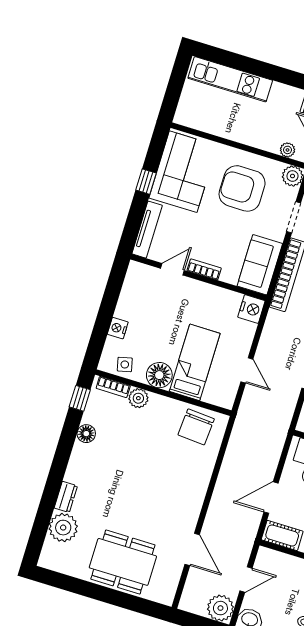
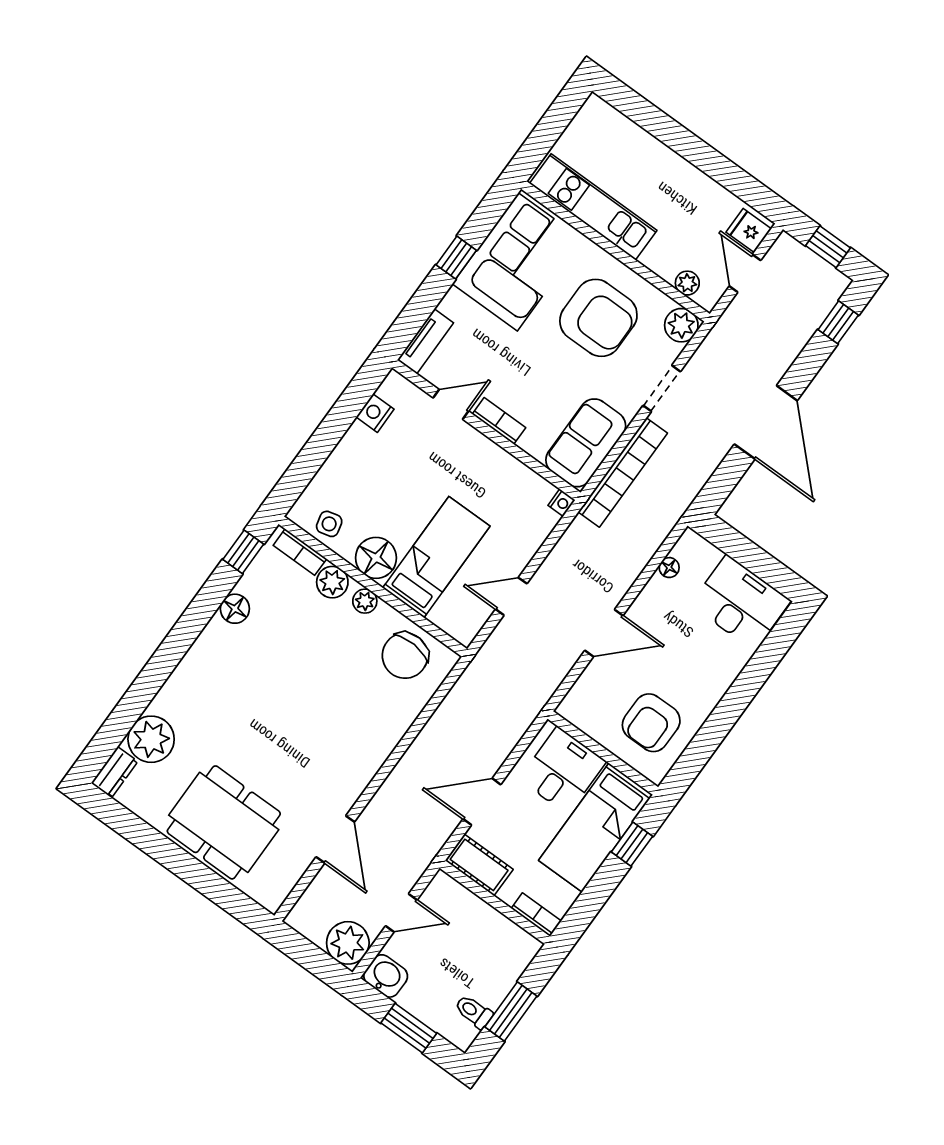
kitchen unit: (230, 79) -> (593, 207), moved, turned 180
armchair: (242, 188) -> (598, 318), turned 180
tv unit: (147, 230) -> (425, 341), width x0.71
nightstand: (251, 309) -> (562, 503), width x0.53, depth x0.56
nightstand: (118, 328) -> (375, 413), moved
door: (247, 370) -> (511, 596), swing flipped
plant: (161, 403) -> (365, 601), added
dresser: (66, 497) -> (114, 772), moved

